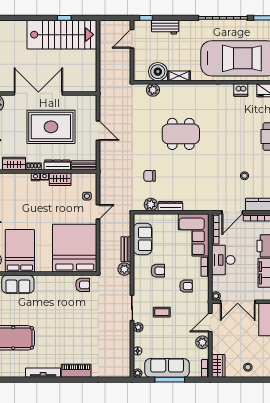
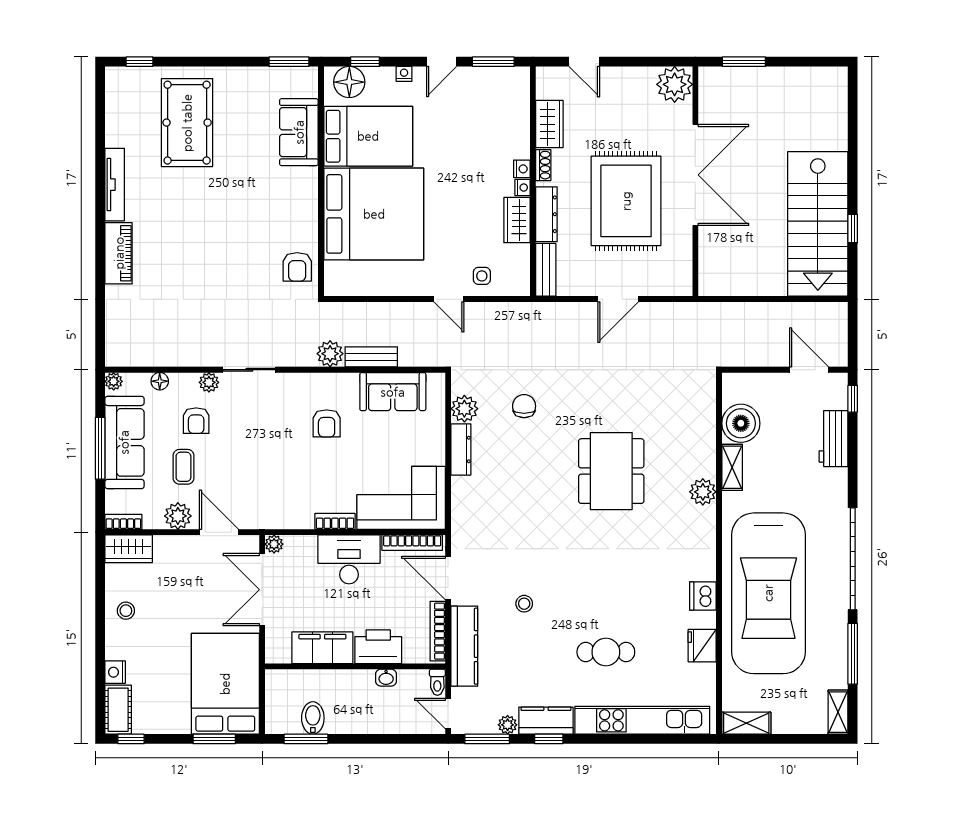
plant: (153, 90) -> (703, 492), moved
bed: (75, 248) -> (374, 214), moved
armchair: (186, 286) -> (196, 421), moved
coffee table: (162, 312) -> (183, 467), moved

